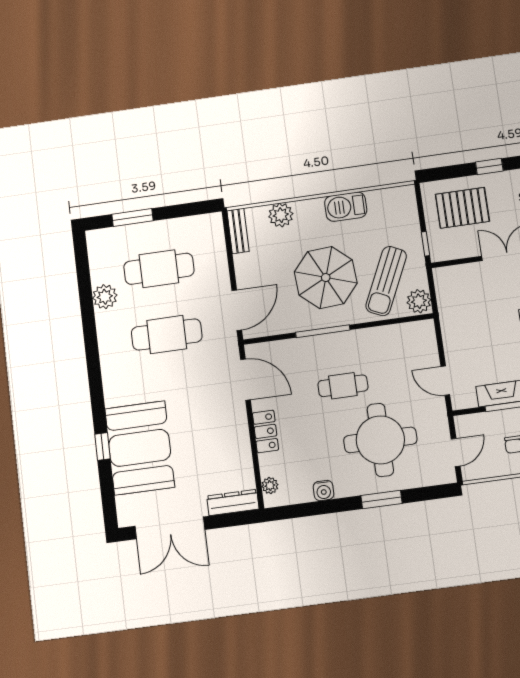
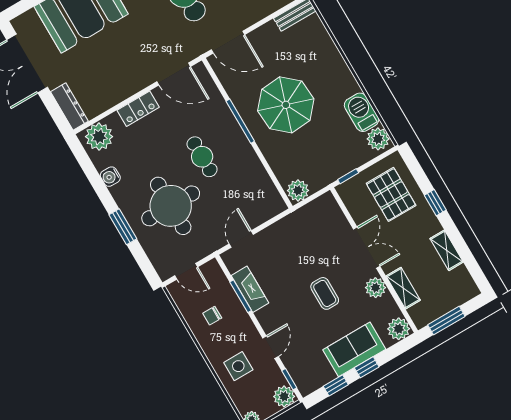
barbecue: (346, 207) -> (362, 112), moved
plant: (281, 215) -> (378, 139), moved
sun lounger: (386, 281) -> (304, 156), removed
door: (246, 380) -> (174, 74), hinge flipped
plant: (270, 486) -> (99, 137), width x1.87, depth x1.87

